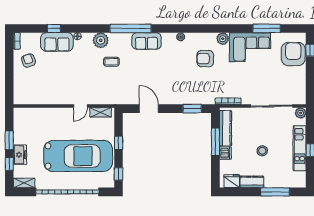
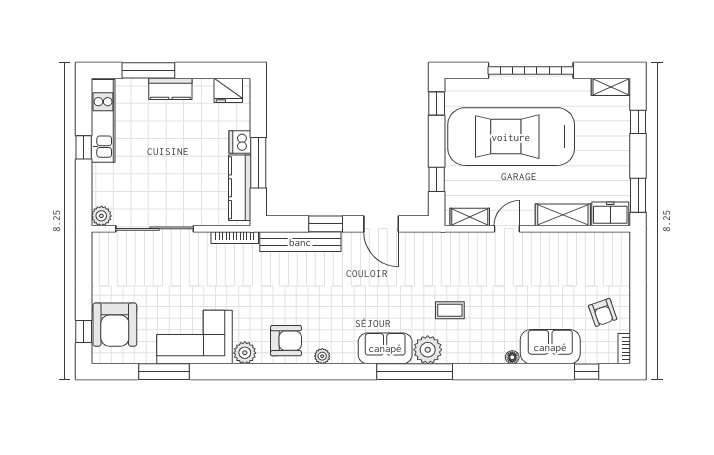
window: (54, 28) -> (587, 372), moved
plant: (101, 40) -> (428, 350), moved
armchair: (205, 59) -> (286, 341), moved
bench: (193, 99) -> (300, 242), added
window: (192, 109) -> (326, 224), moved
shelving: (50, 114) -> (563, 215), added
window: (9, 140) -> (638, 195), moved
window: (119, 143) -> (437, 179), moved
kitchen unit: (300, 148) -> (103, 121), moved
stool: (262, 151) -> (172, 146), removed
freezer: (20, 155) -> (610, 214), moved, turned 90
kitchen counter: (252, 182) -> (170, 89), moved
garage door: (67, 192) -> (531, 70), width x0.73

